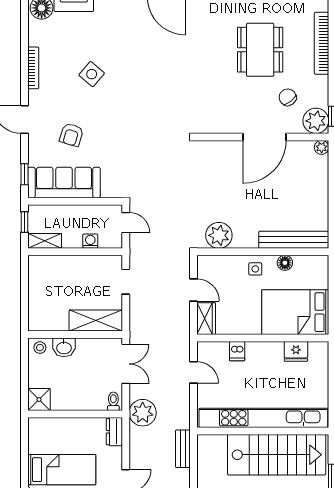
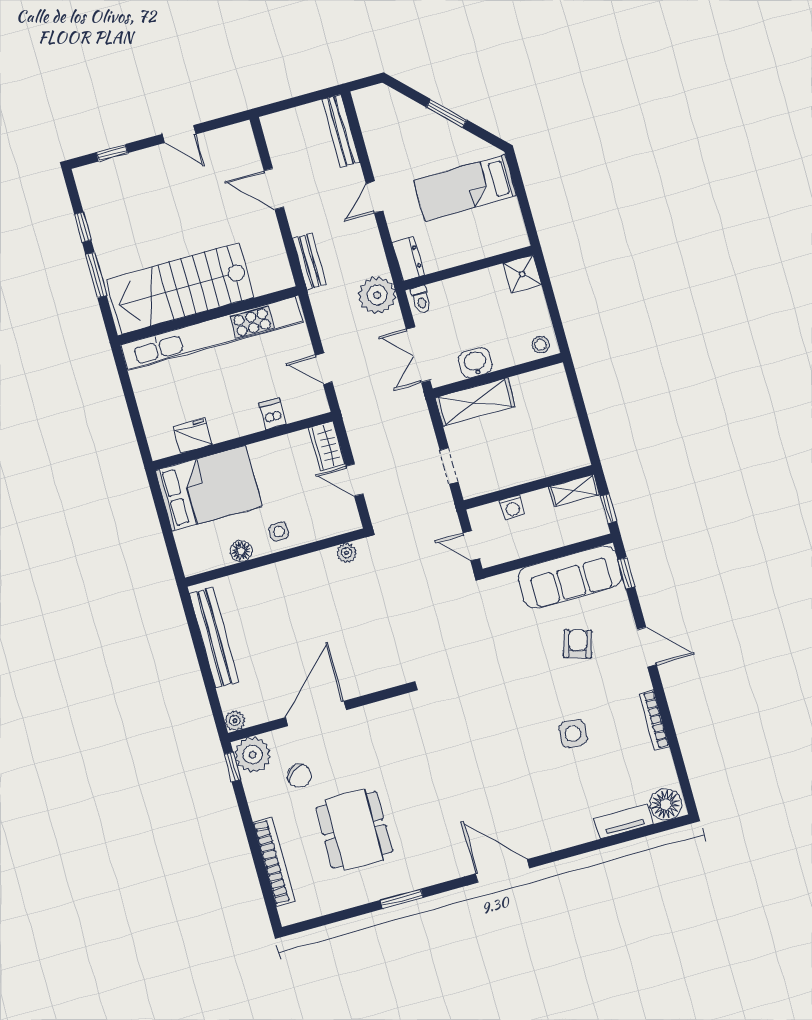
side table: (92, 74) -> (573, 734), turned -36
plant: (219, 235) -> (347, 553), width x0.53, depth x0.53
bench: (294, 240) -> (214, 638), moved, turned 90
washbasin: (64, 347) -> (475, 363), moved

